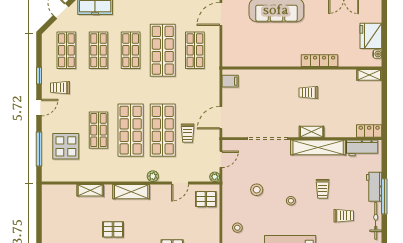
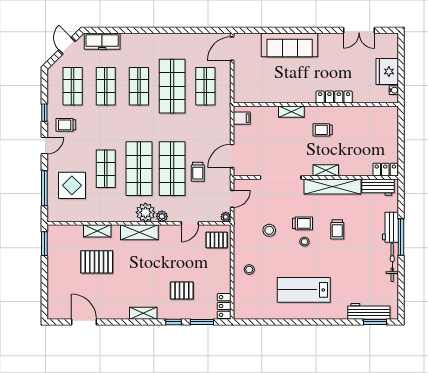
shelving: (369, 75) -> (291, 112), moved
plant: (137, 172) -> (145, 212), added
window: (39, 203) -> (44, 244), added
trolley: (344, 216) -> (302, 223), moved
pallet: (113, 229) -> (97, 262), moved, width x1.50, depth x1.42

